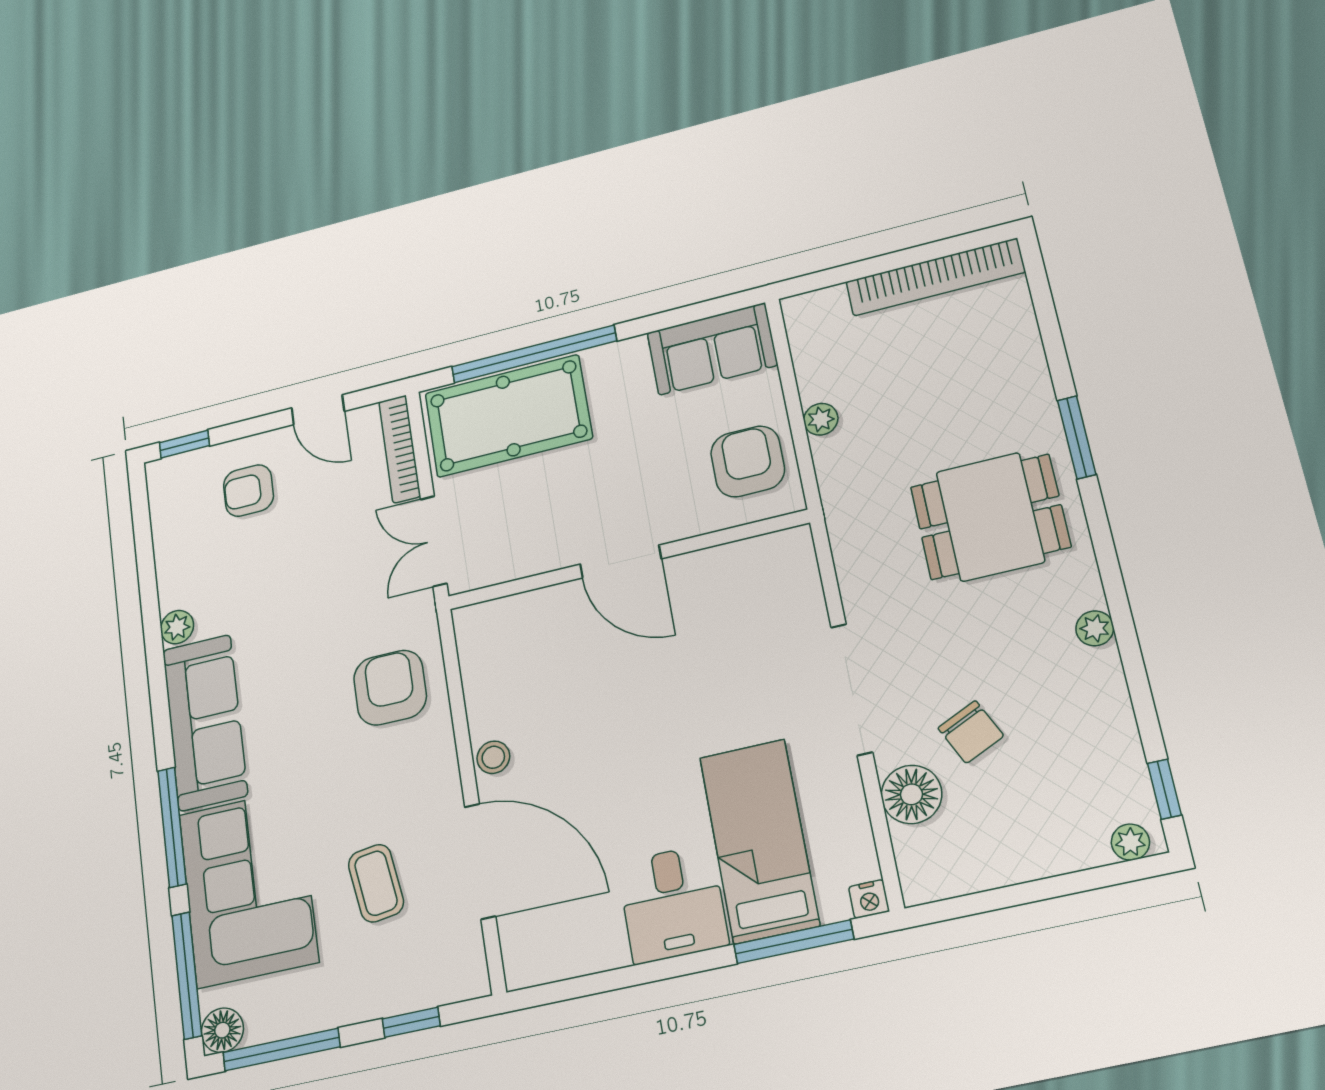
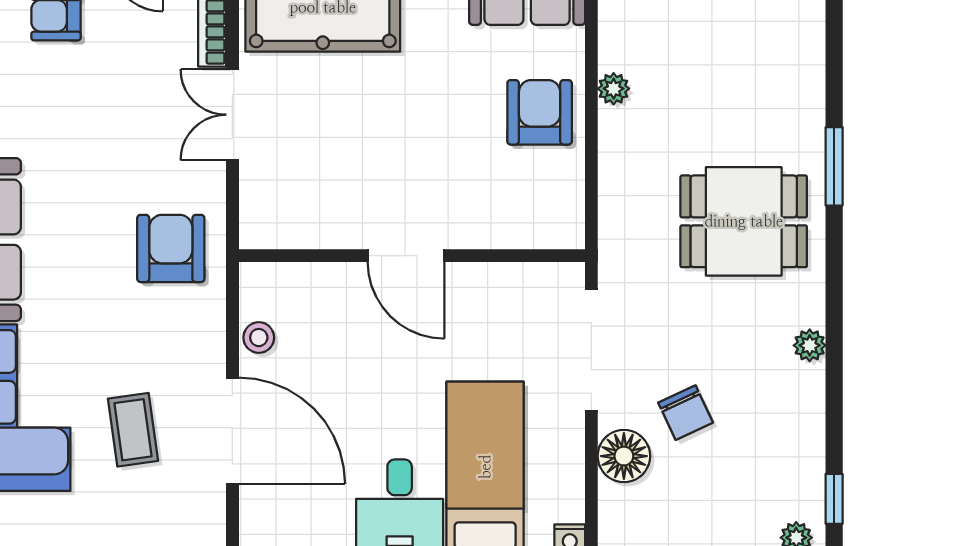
wall: (627, 560) -> (412, 256), moved
door: (621, 561) -> (406, 256), moved

